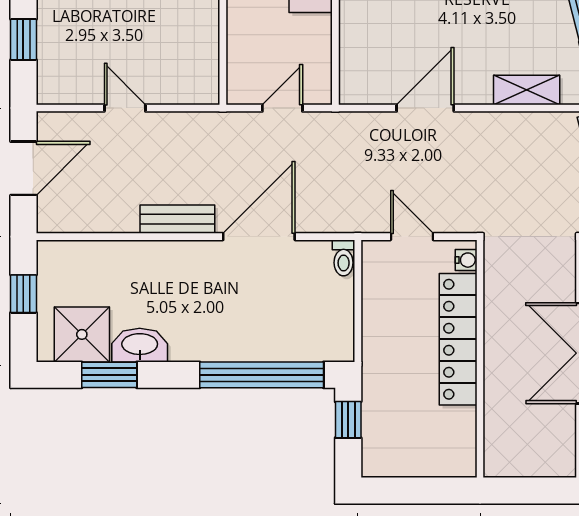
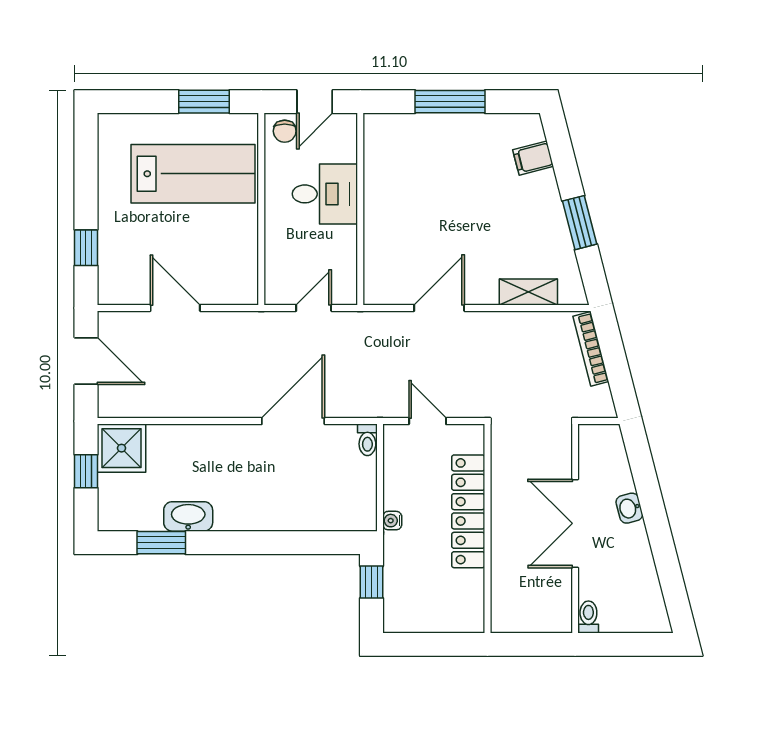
door: (125, 108) -> (175, 308), width x1.38
door: (23, 168) -> (86, 361), hinge flipped
bench: (177, 219) -> (221, 406), removed
water cooler: (466, 260) -> (392, 521), moved, turned 180
shower: (82, 334) -> (122, 448), moved
window: (262, 375) -> (295, 543), removed

